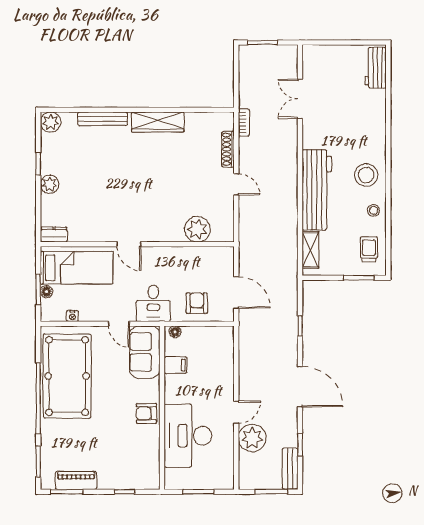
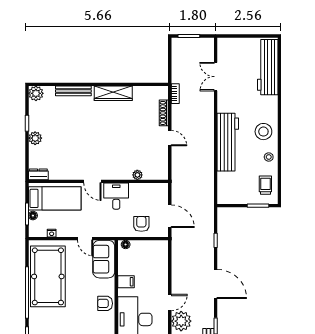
workbench: (376, 68) -> (268, 67), width x1.88, depth x1.32
plant: (197, 229) -> (137, 175), width x0.53, depth x0.53
shelving: (310, 250) -> (223, 185), removed
desk: (153, 303) -> (116, 196), moved, turned 180
filing cabinet: (175, 365) -> (126, 282), moved

